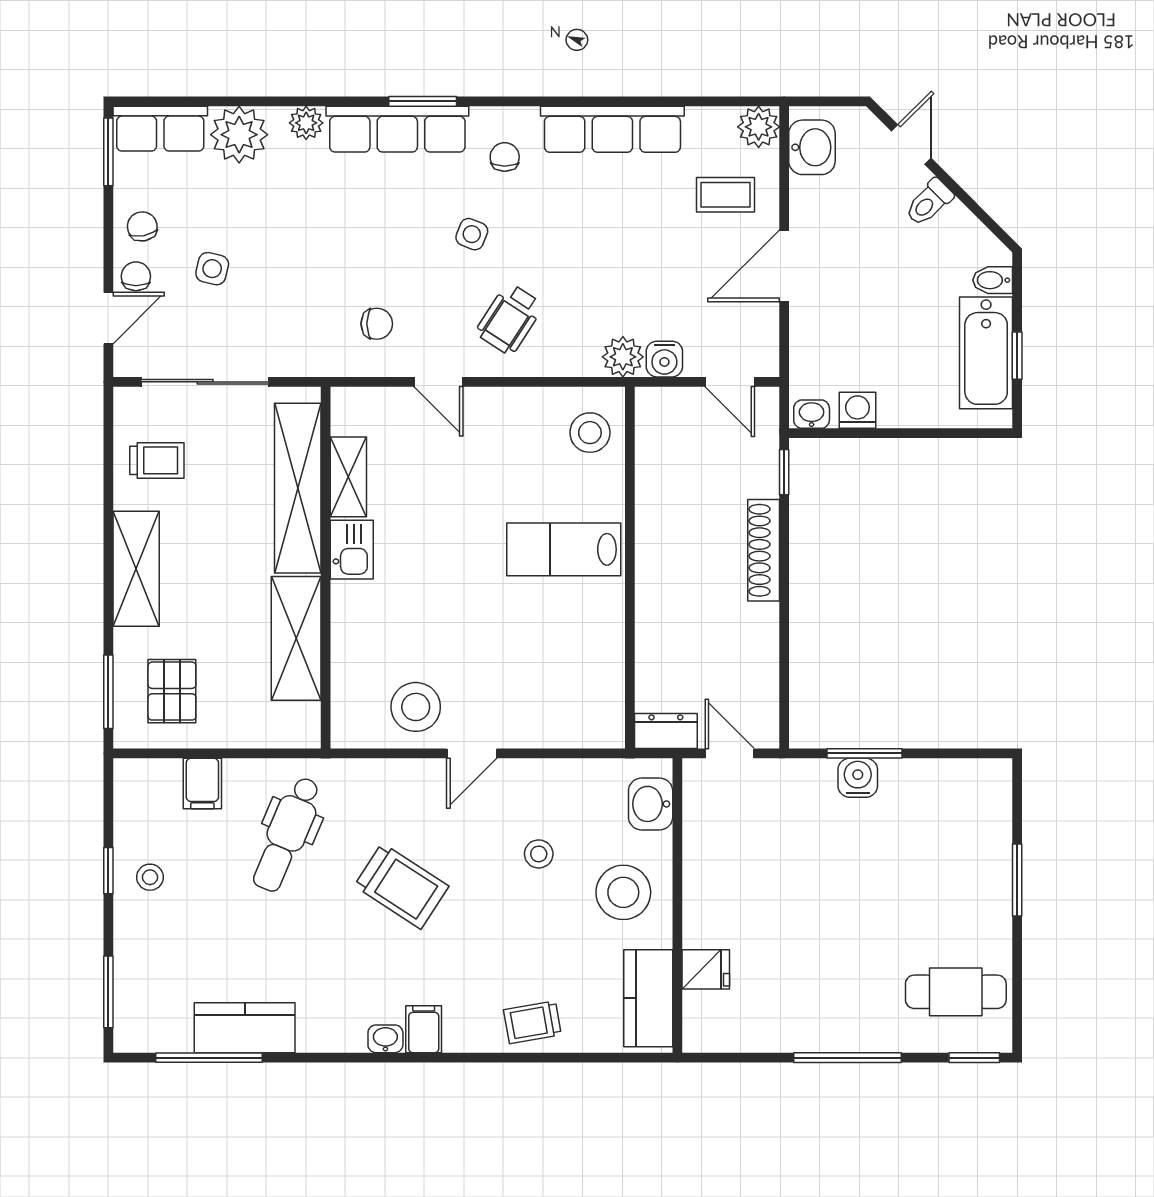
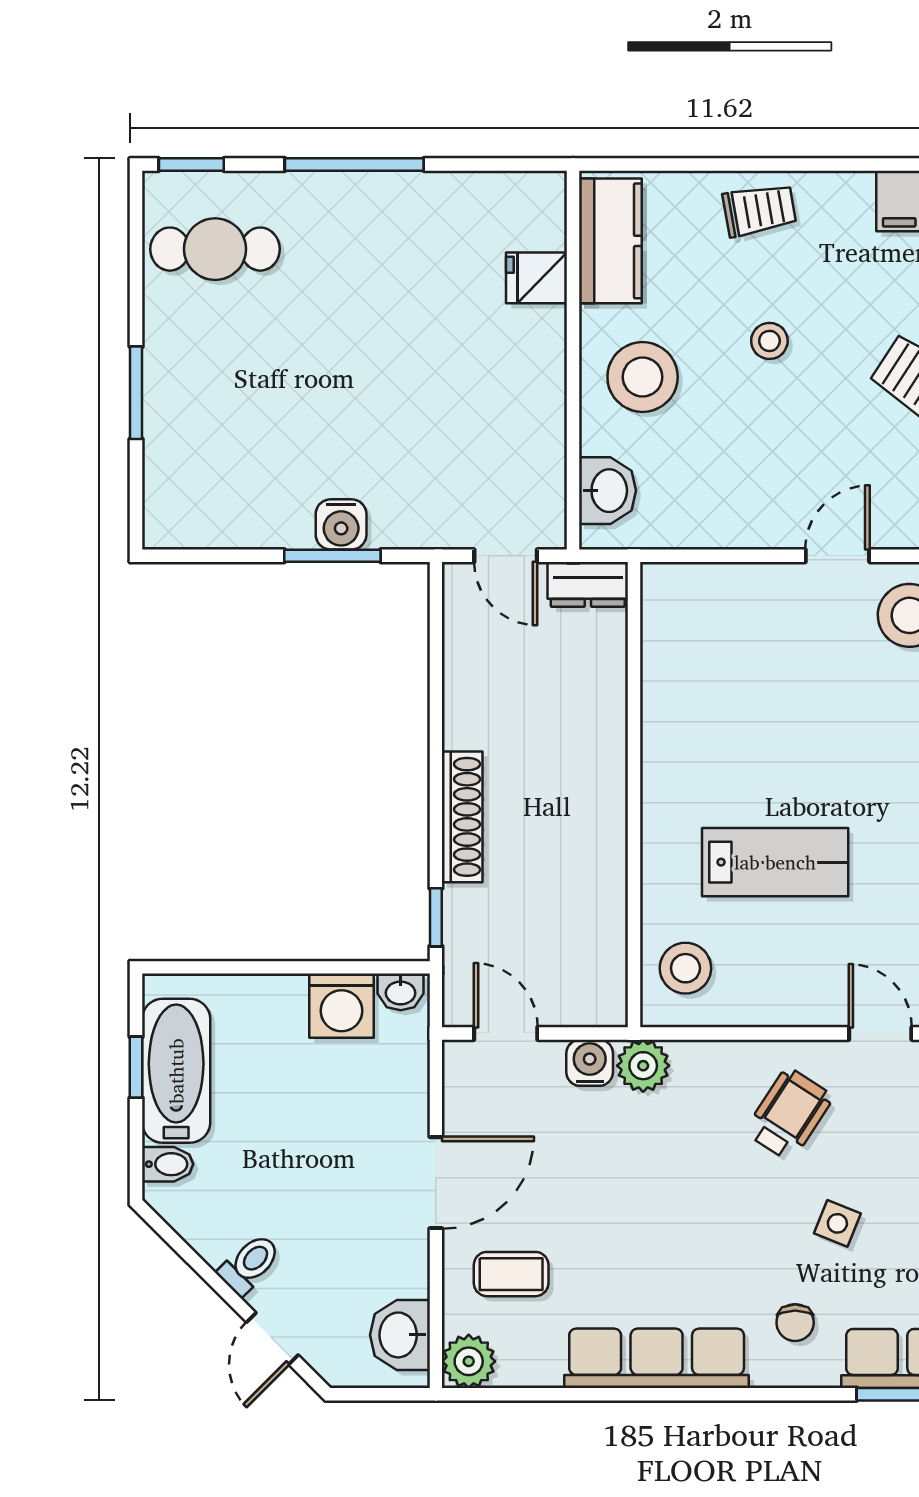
washing machine: (857, 410) -> (341, 1006), width x1.38, depth x1.38
lab bench: (564, 549) -> (775, 862), moved
stool: (539, 854) -> (769, 341), moved

